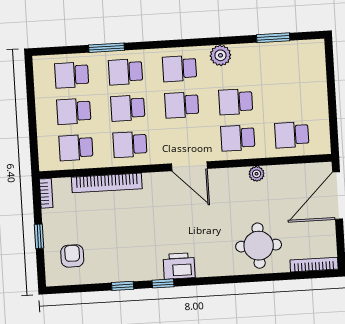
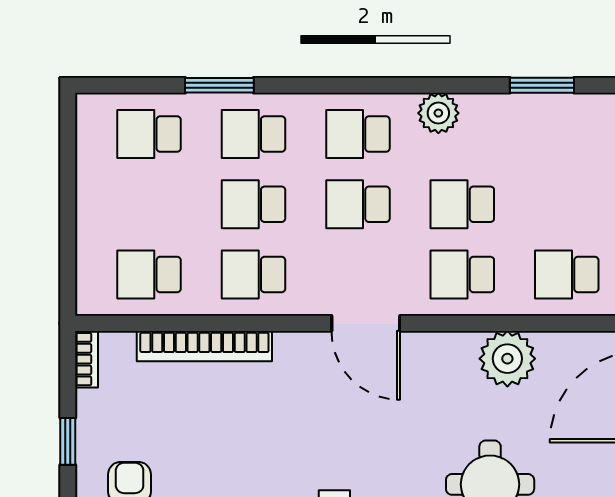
school desk: (74, 111) -> (149, 204), removed
plant: (257, 174) -> (507, 359), width x1.87, depth x1.87

